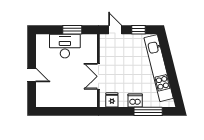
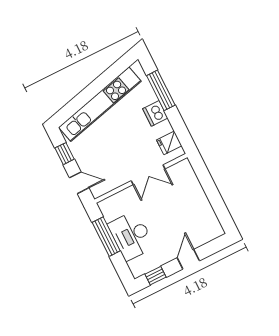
window: (72, 30) -> (106, 237), width x1.44
door: (115, 30) -> (79, 183), swing flipped
window: (32, 49) -> (155, 276), added

